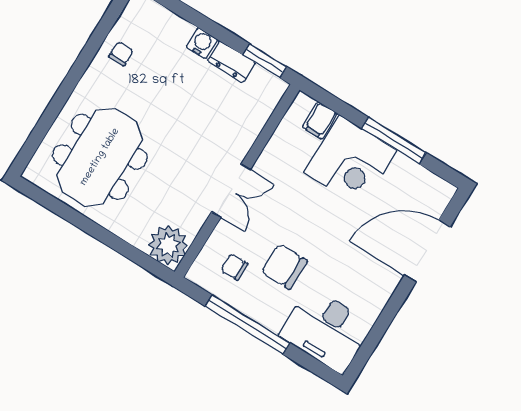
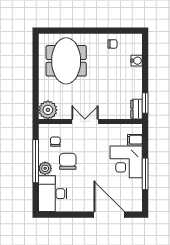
water cooler: (202, 43) -> (137, 61), moved
dresser: (231, 62) -> (136, 109), moved
meeting table: (100, 157) -> (66, 61), turned 90
double door: (231, 191) -> (85, 121), swing flipped
plant: (271, 316) -> (45, 168), added

